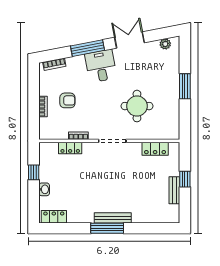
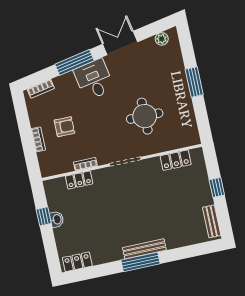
washbasin: (44, 189) -> (57, 219), moved
bench: (174, 190) -> (212, 221), moved

